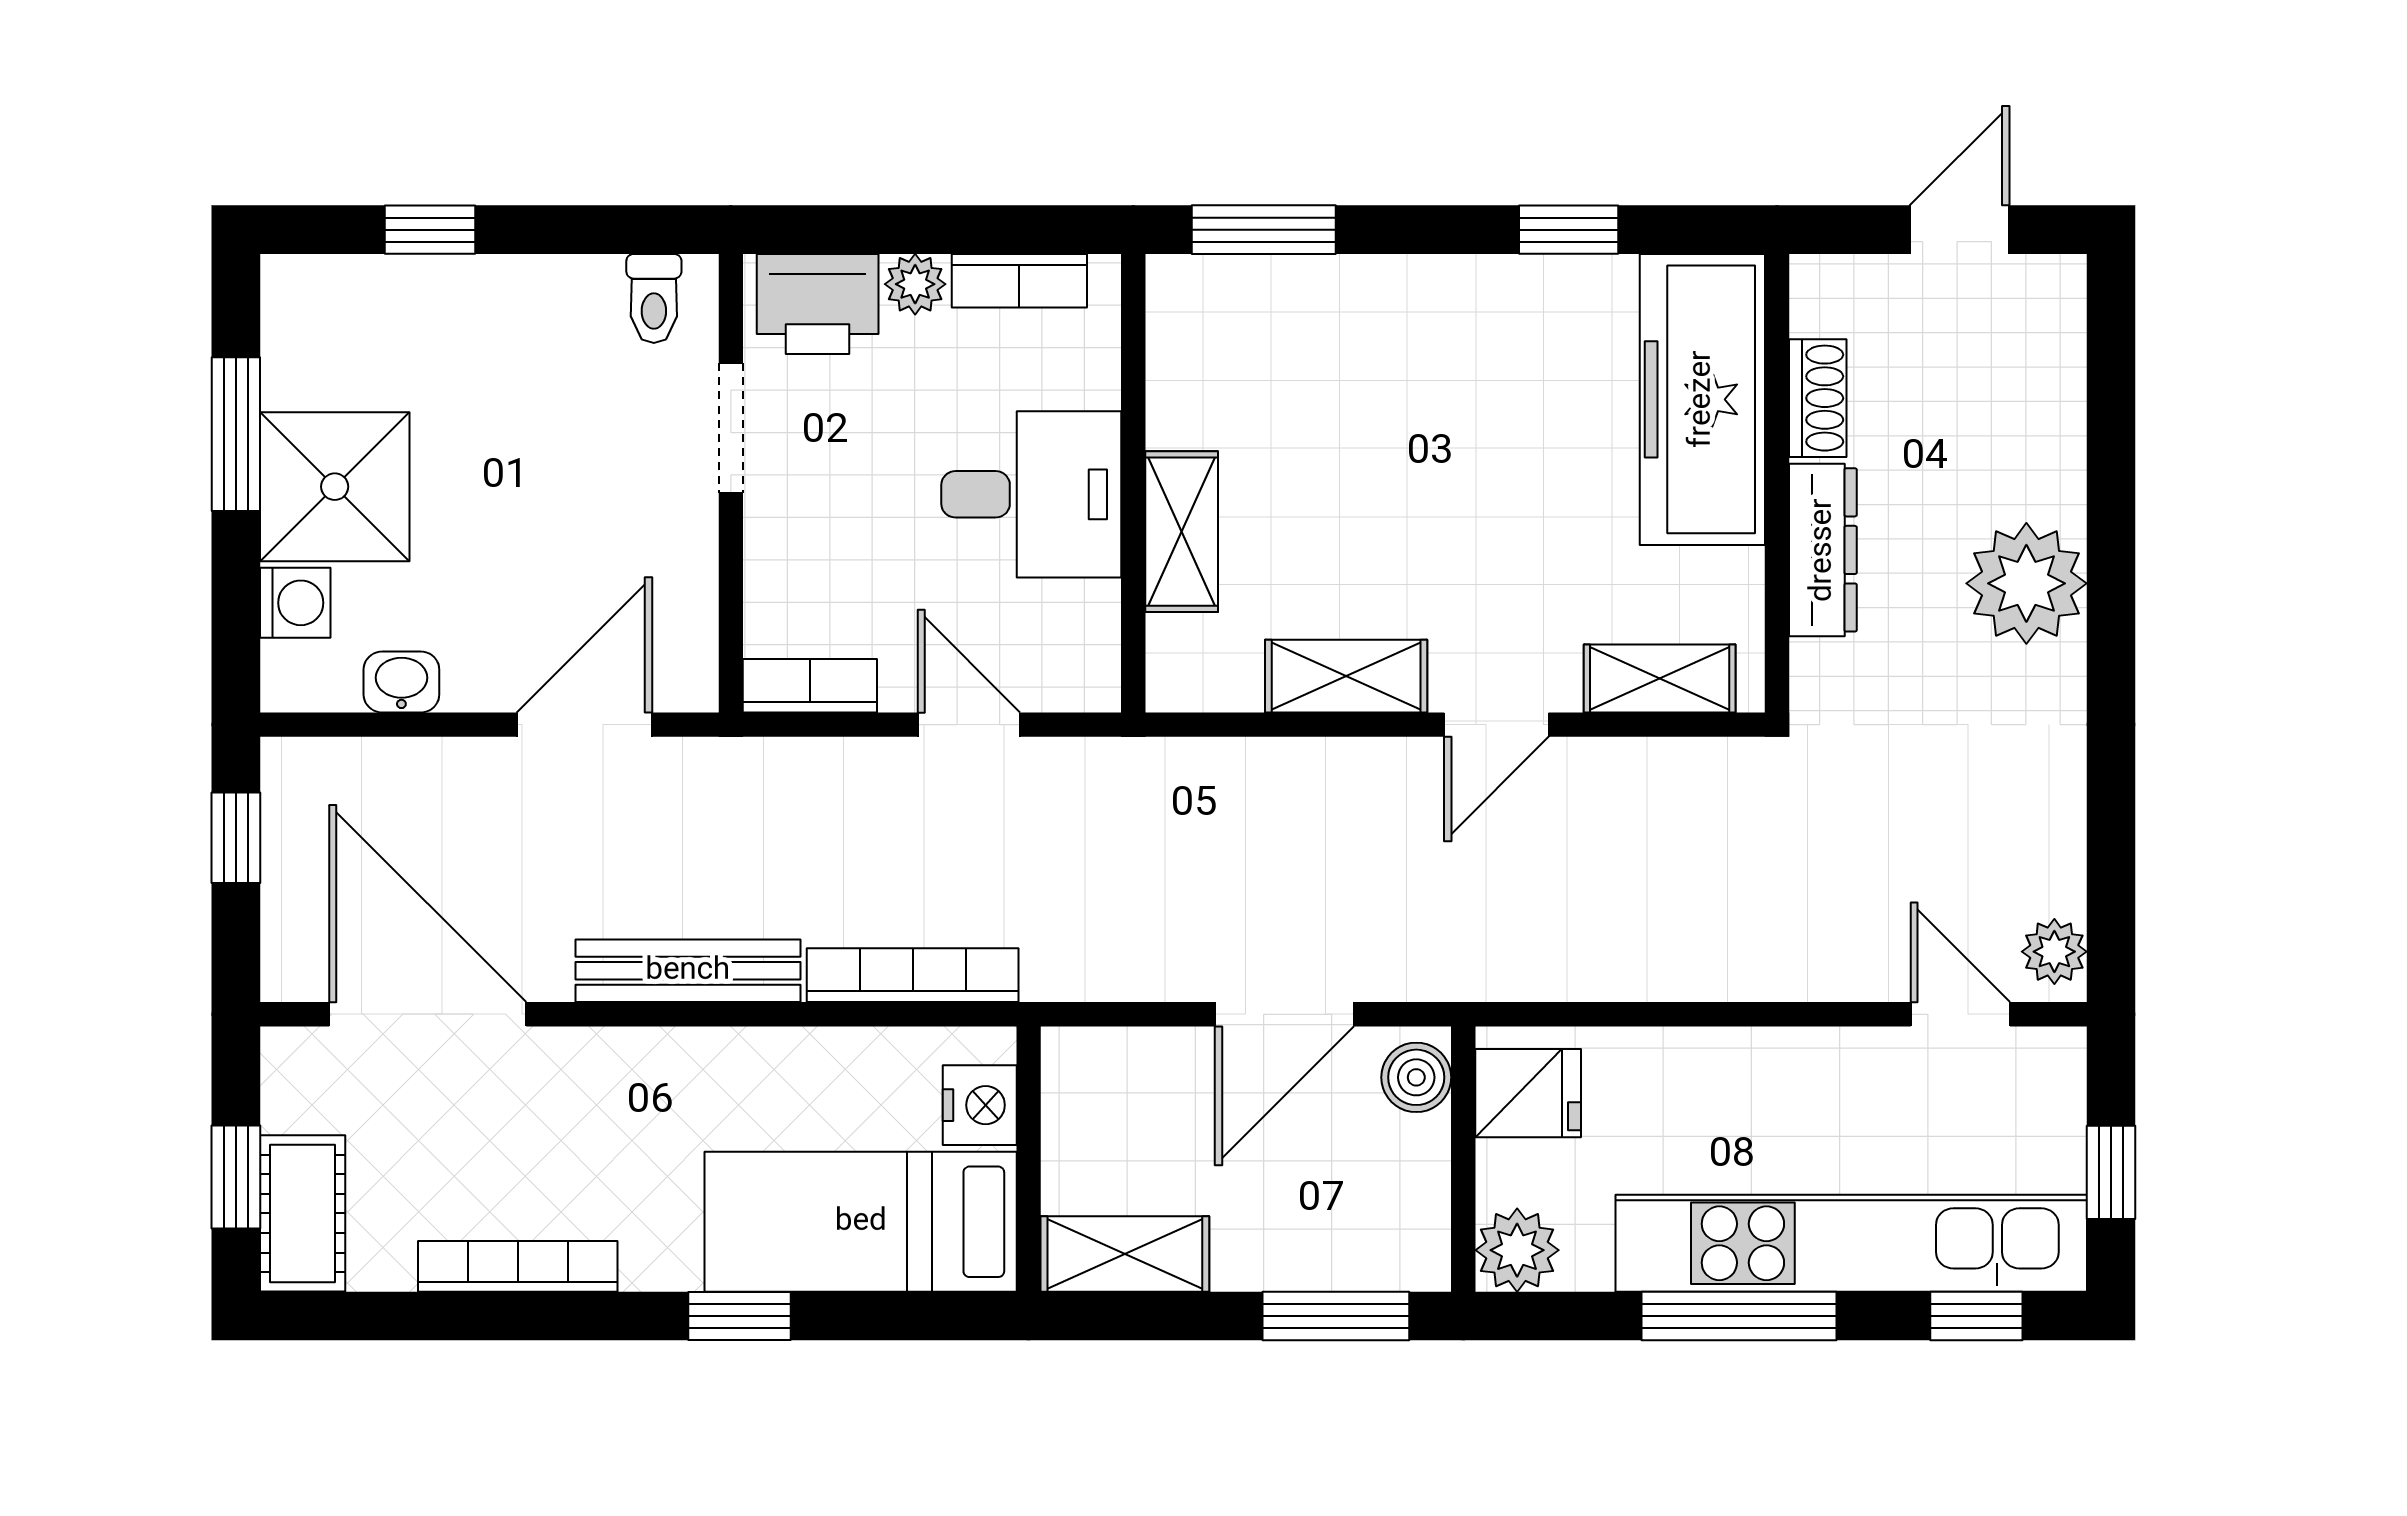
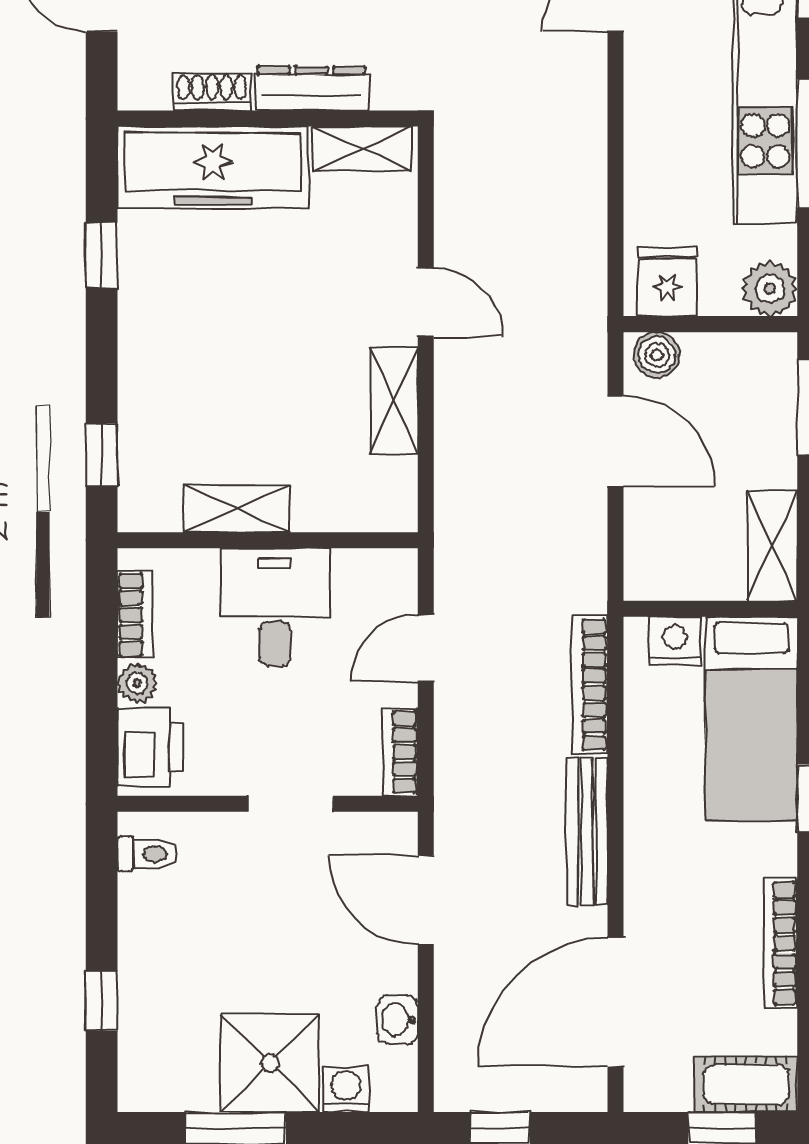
window: (1264, 230) -> (102, 455), width x0.67
doorway: (731, 428) -> (291, 804), moved
shelving: (1182, 532) -> (236, 509), moved
shelving: (1660, 678) -> (362, 149), moved, turned 90

